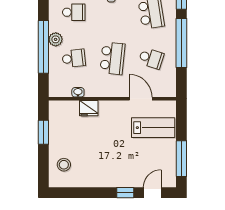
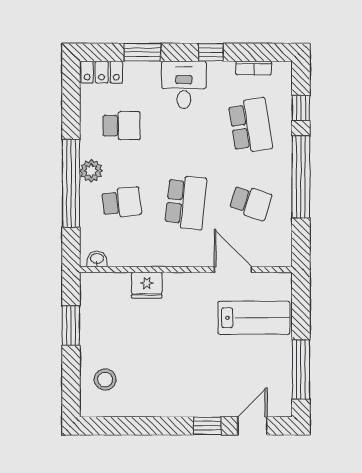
washbasin: (78, 92) -> (97, 259), moved

